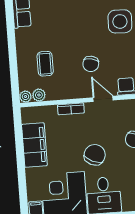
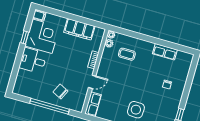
chair: (91, 64) -> (116, 82), removed
chair: (95, 155) -> (60, 64), removed

